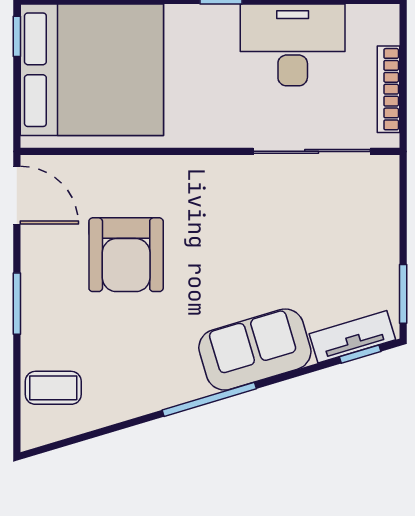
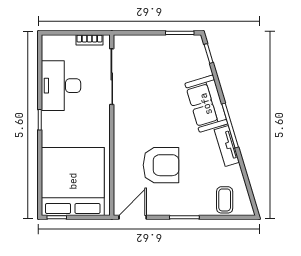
bookcase: (389, 89) -> (89, 40), width x0.64
tv unit: (352, 337) -> (227, 146), moved

